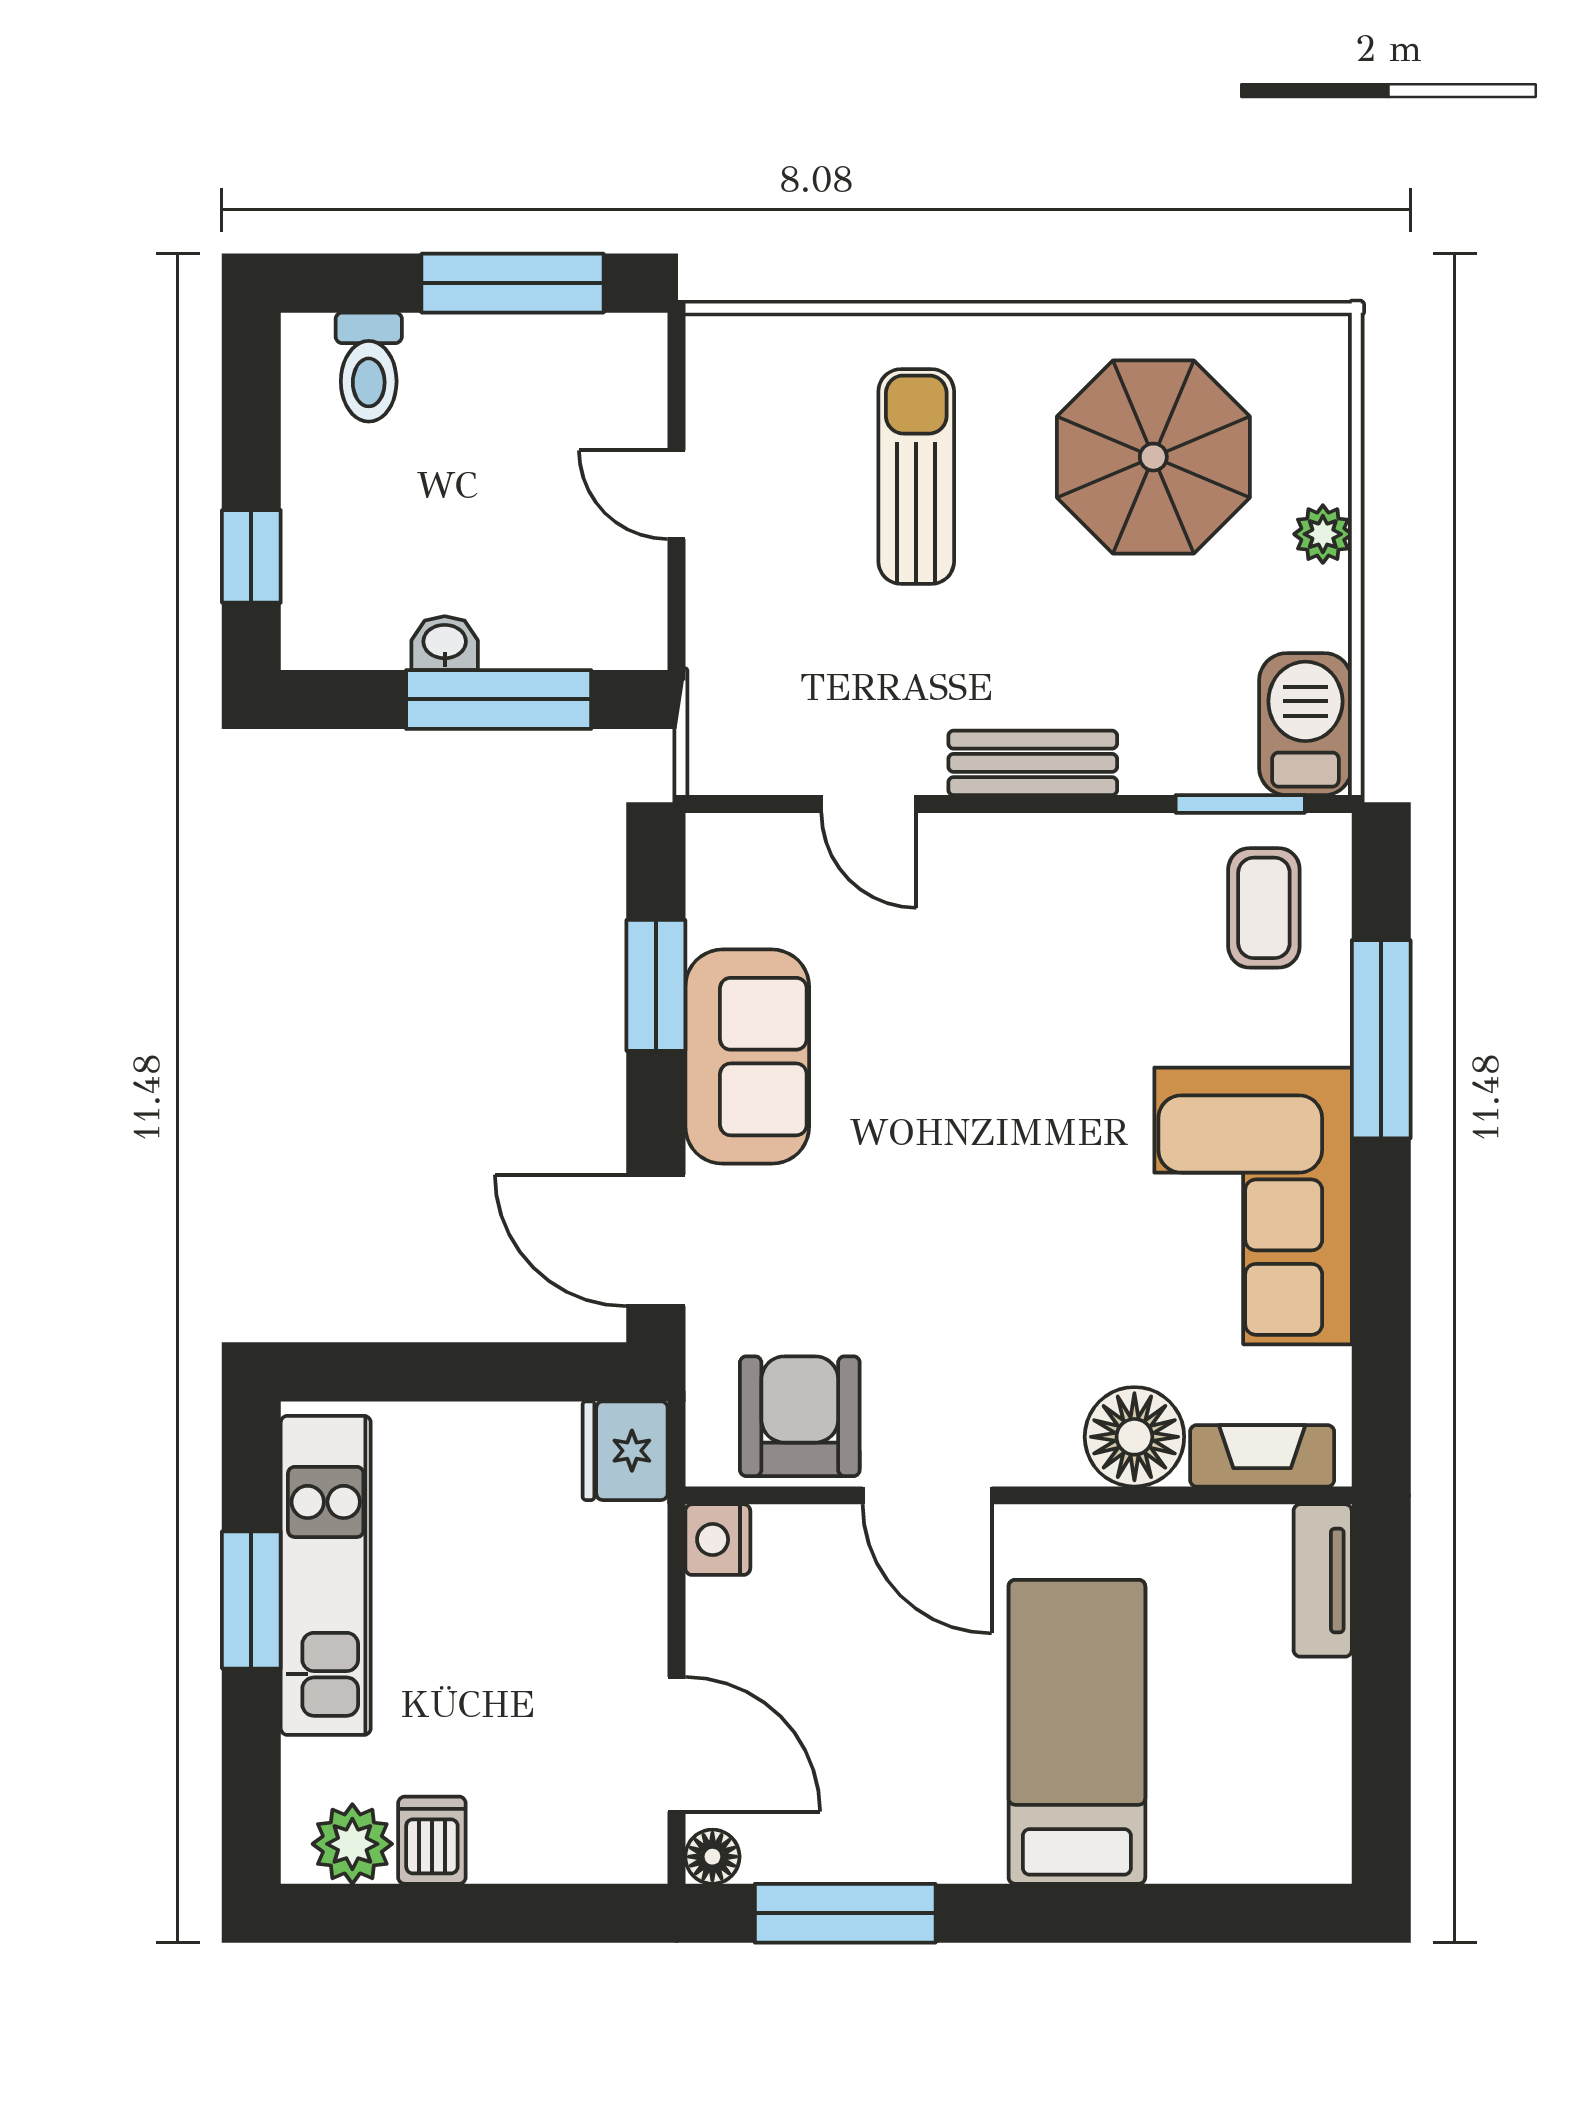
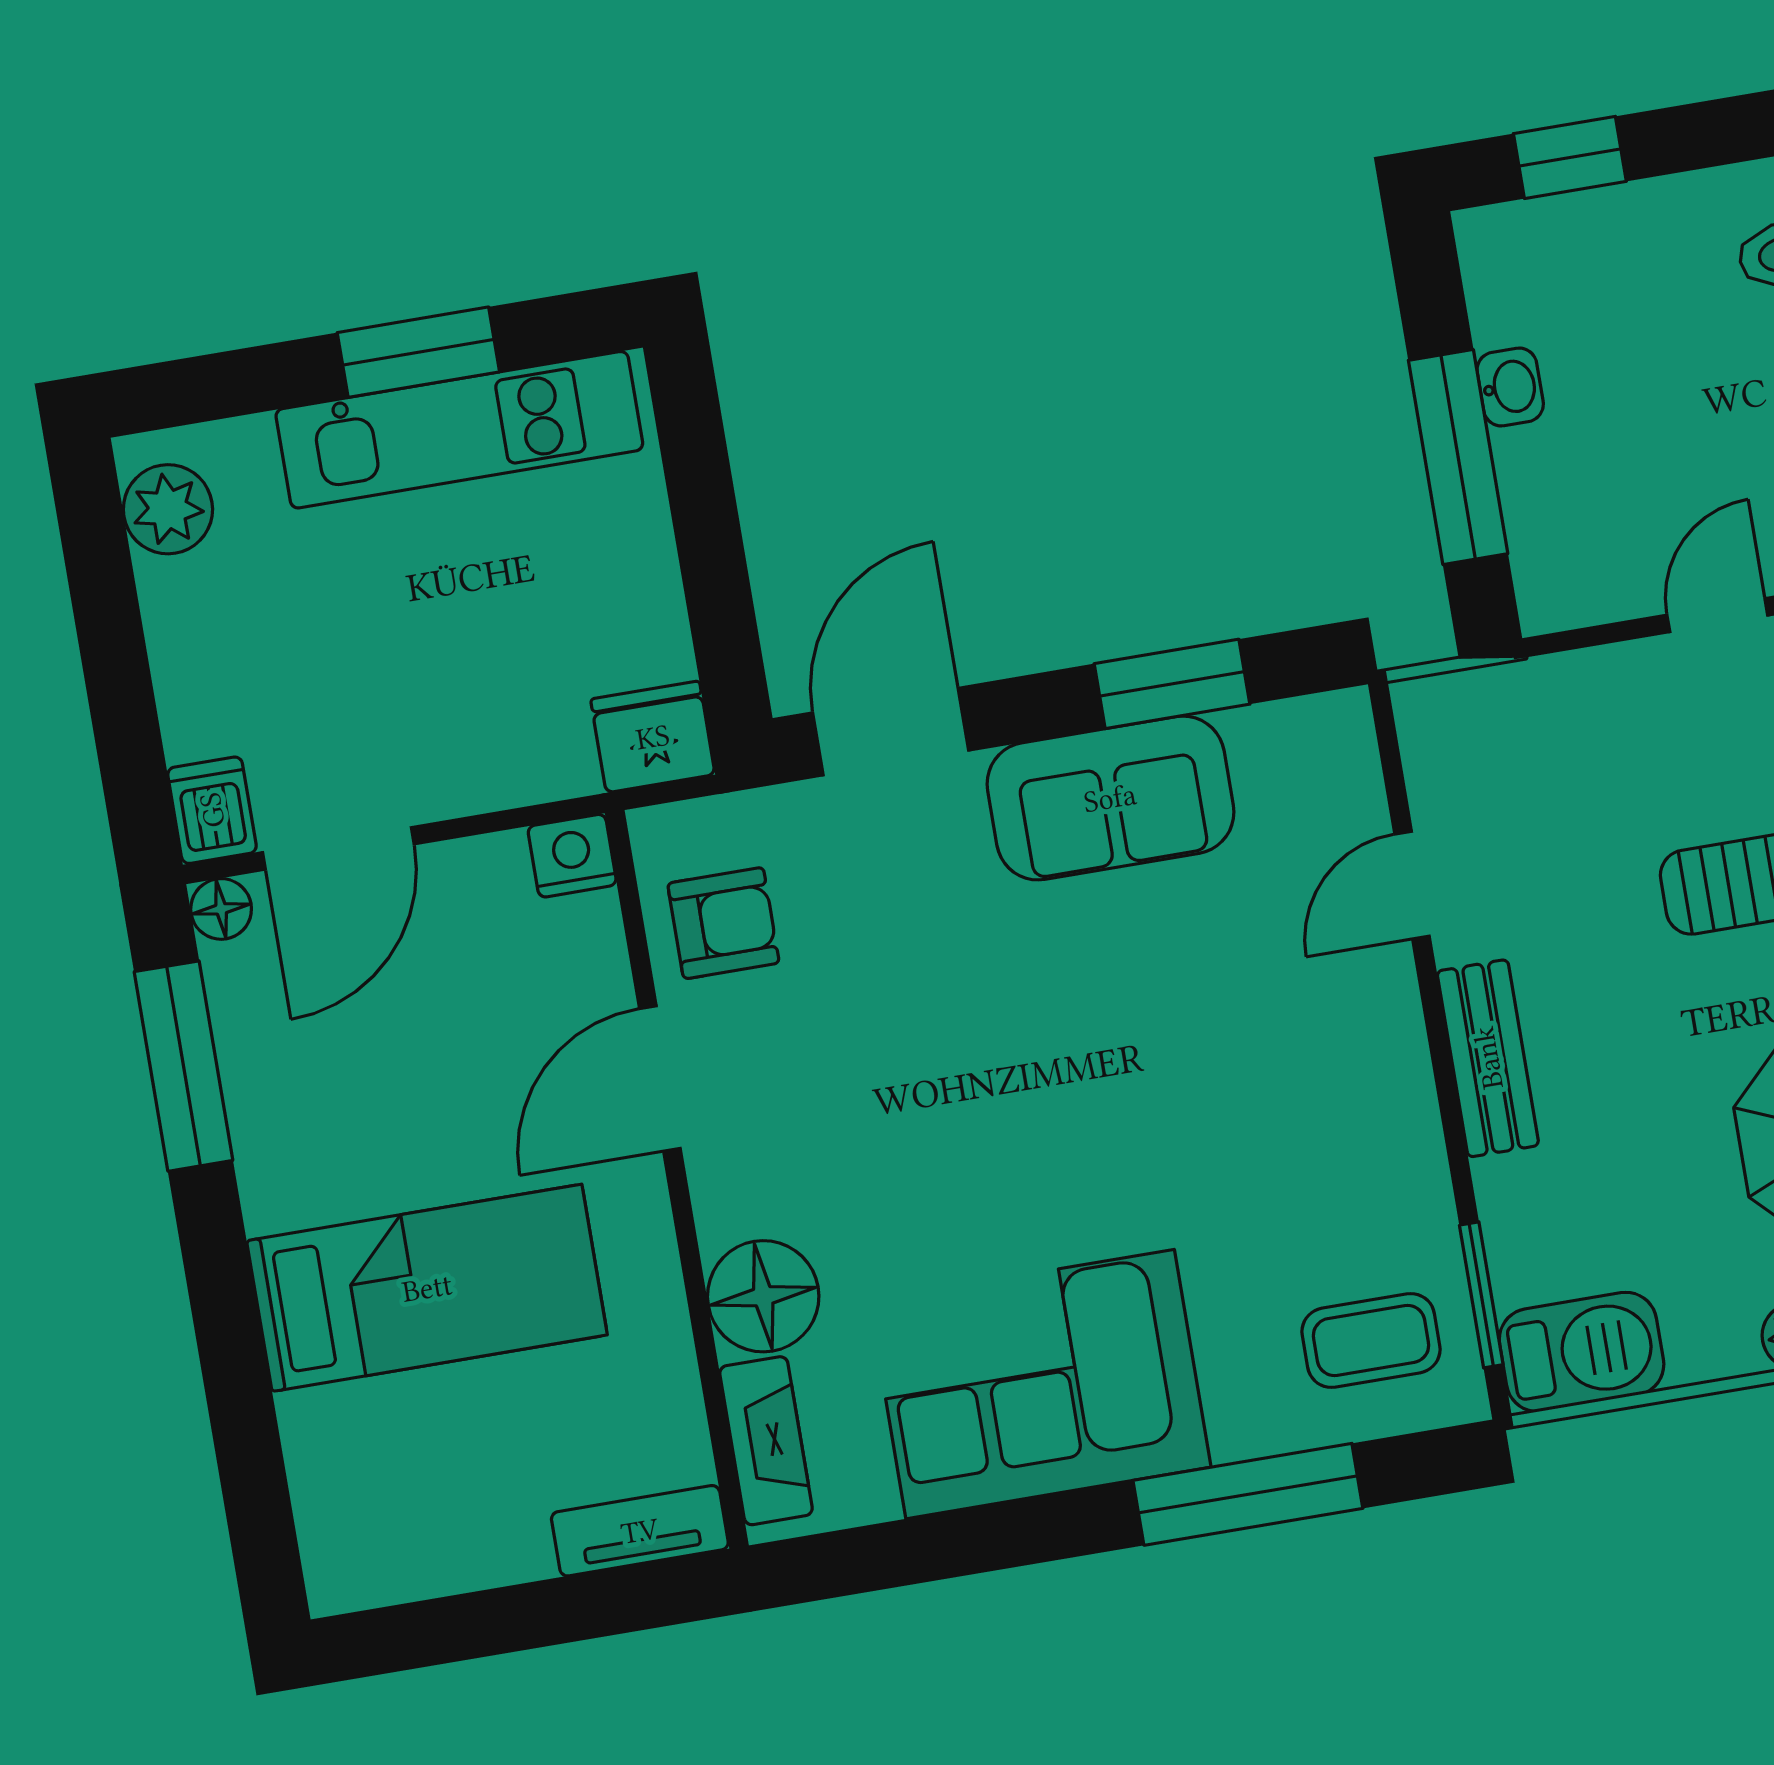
armchair: (800, 1416) -> (723, 923), width x0.72, depth x0.72
dishwasher: (432, 1840) -> (212, 810), moved, turned -90

